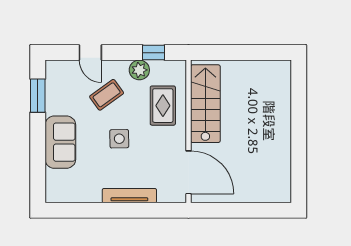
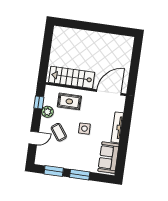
window: (38, 142) -> (80, 175), added
sofa: (60, 142) -> (108, 158), moved, turned -90

